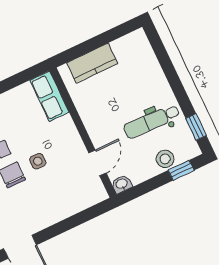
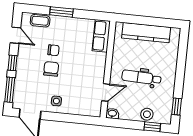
kitchen counter: (92, 63) -> (146, 33), width x1.50
dental chair: (152, 121) -> (141, 77), moved
side table: (38, 161) -> (56, 101), moved

